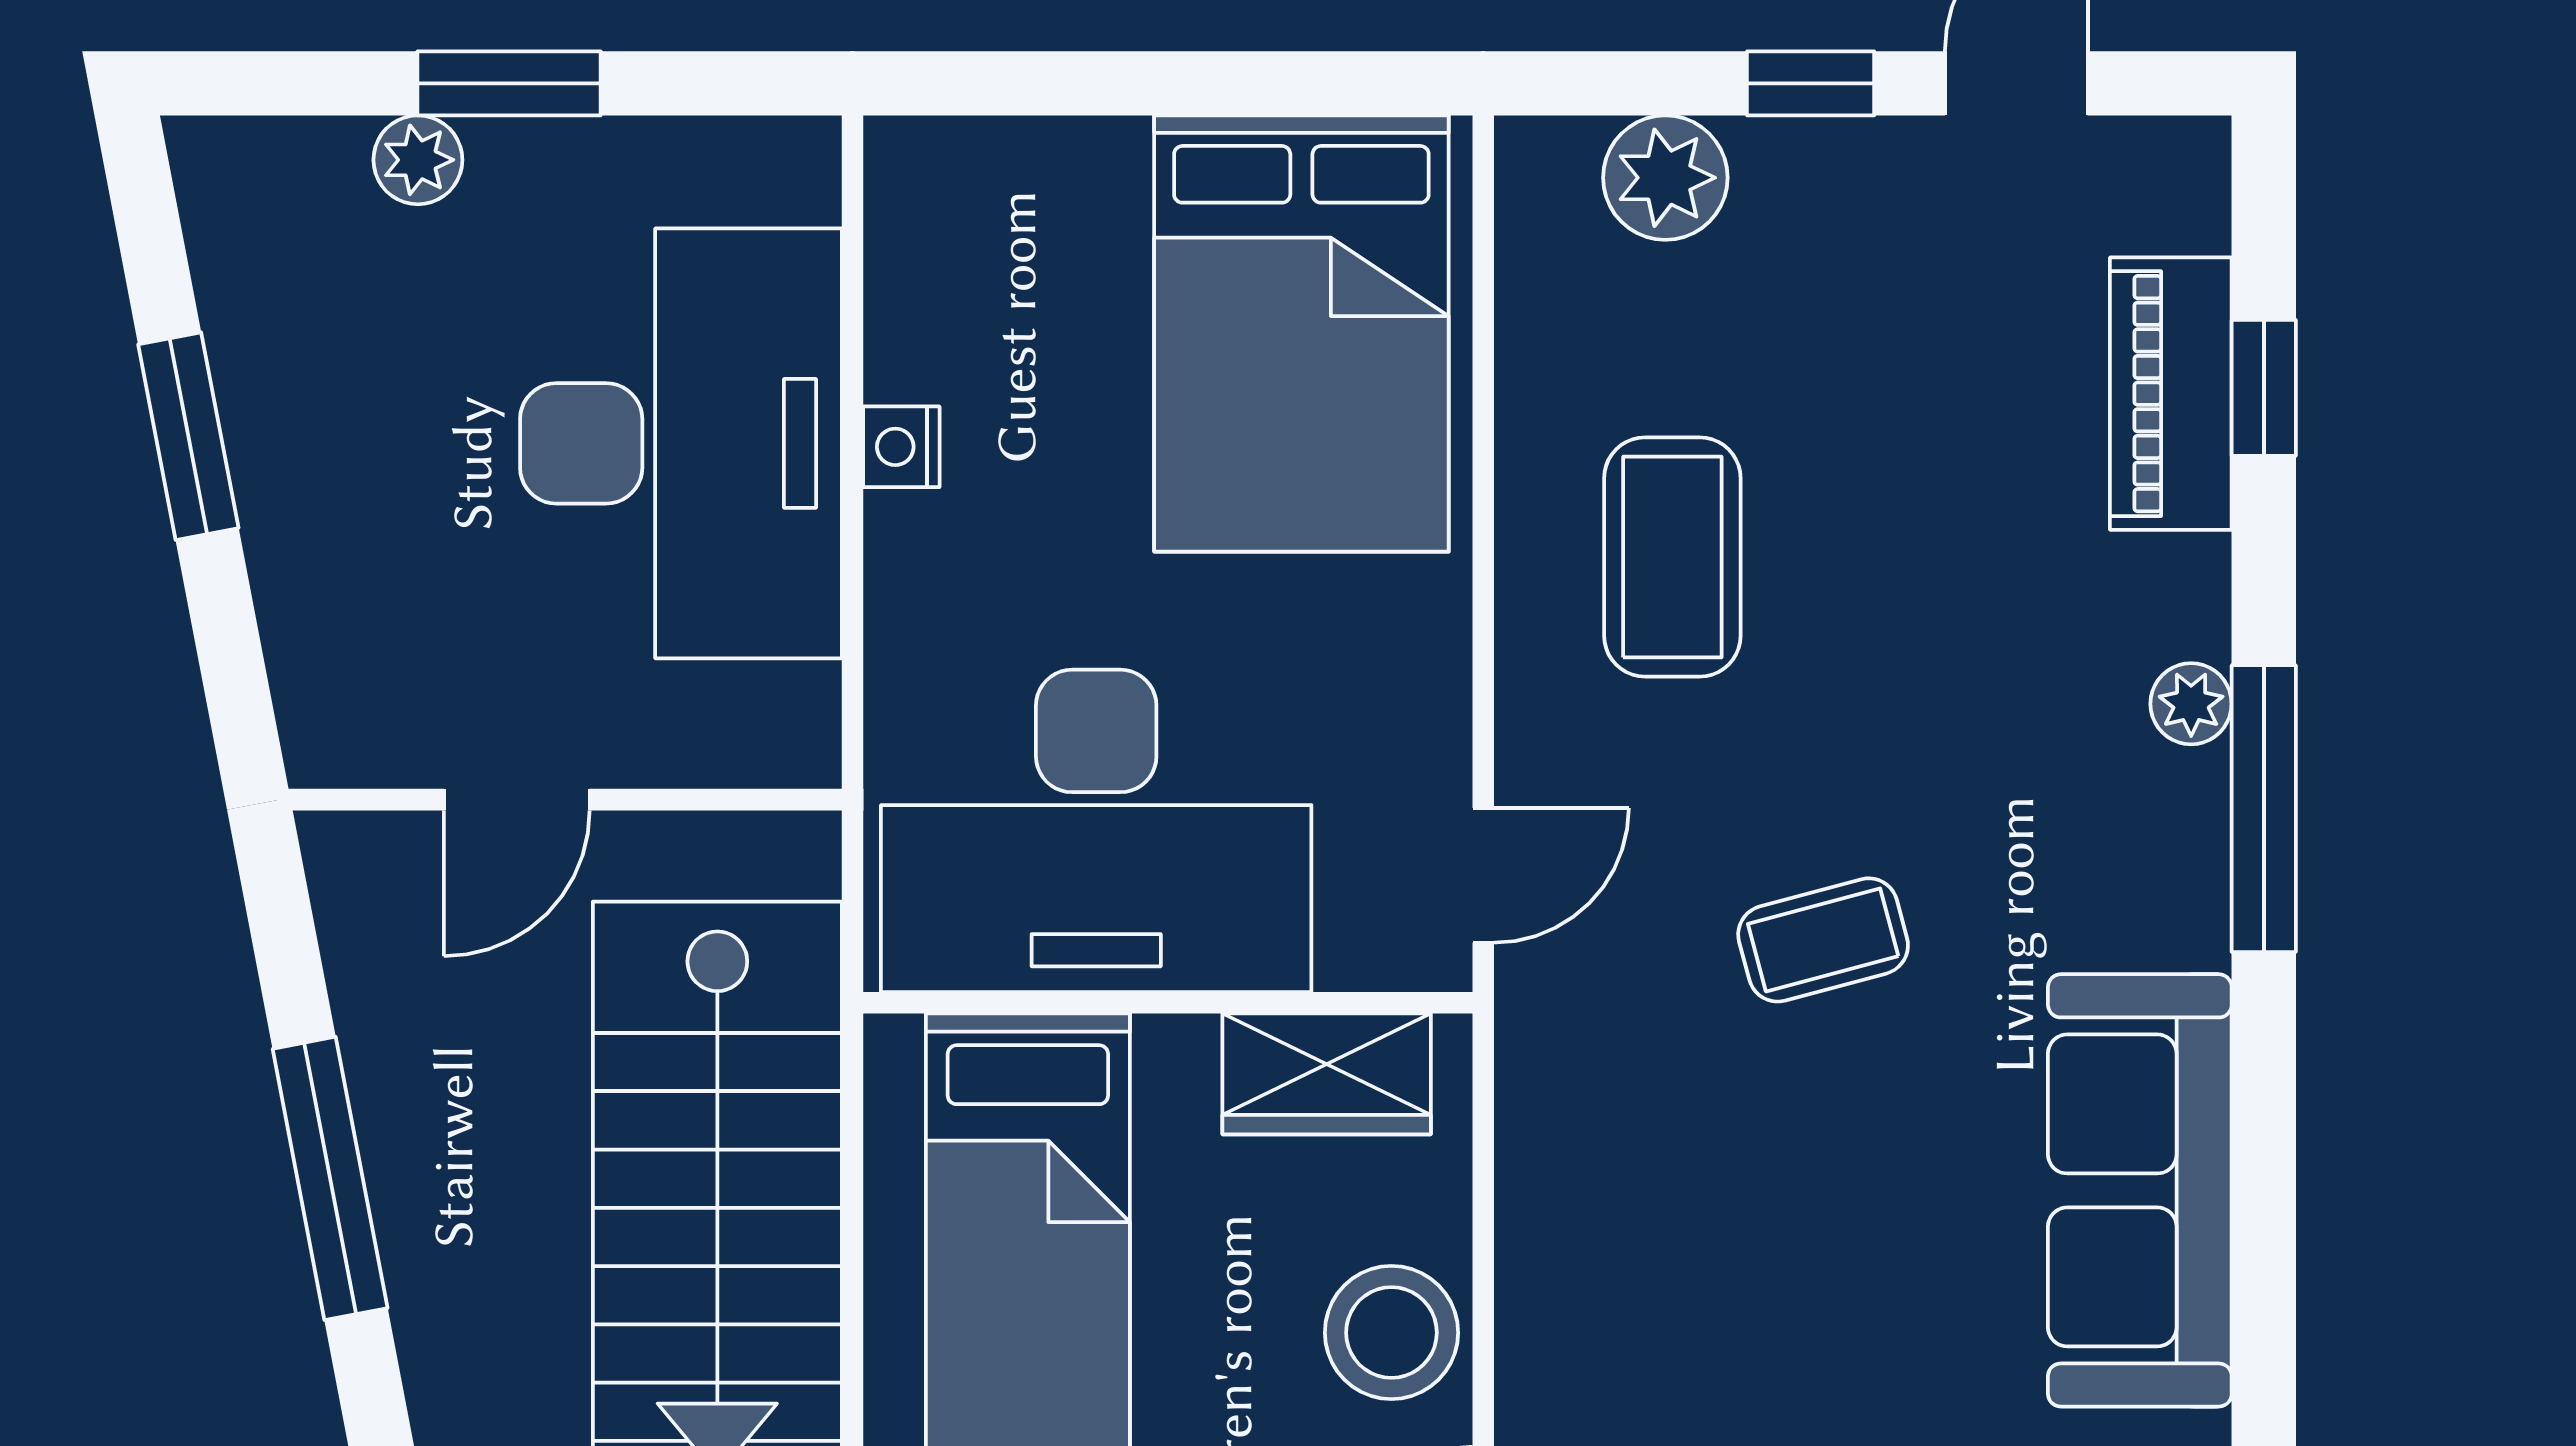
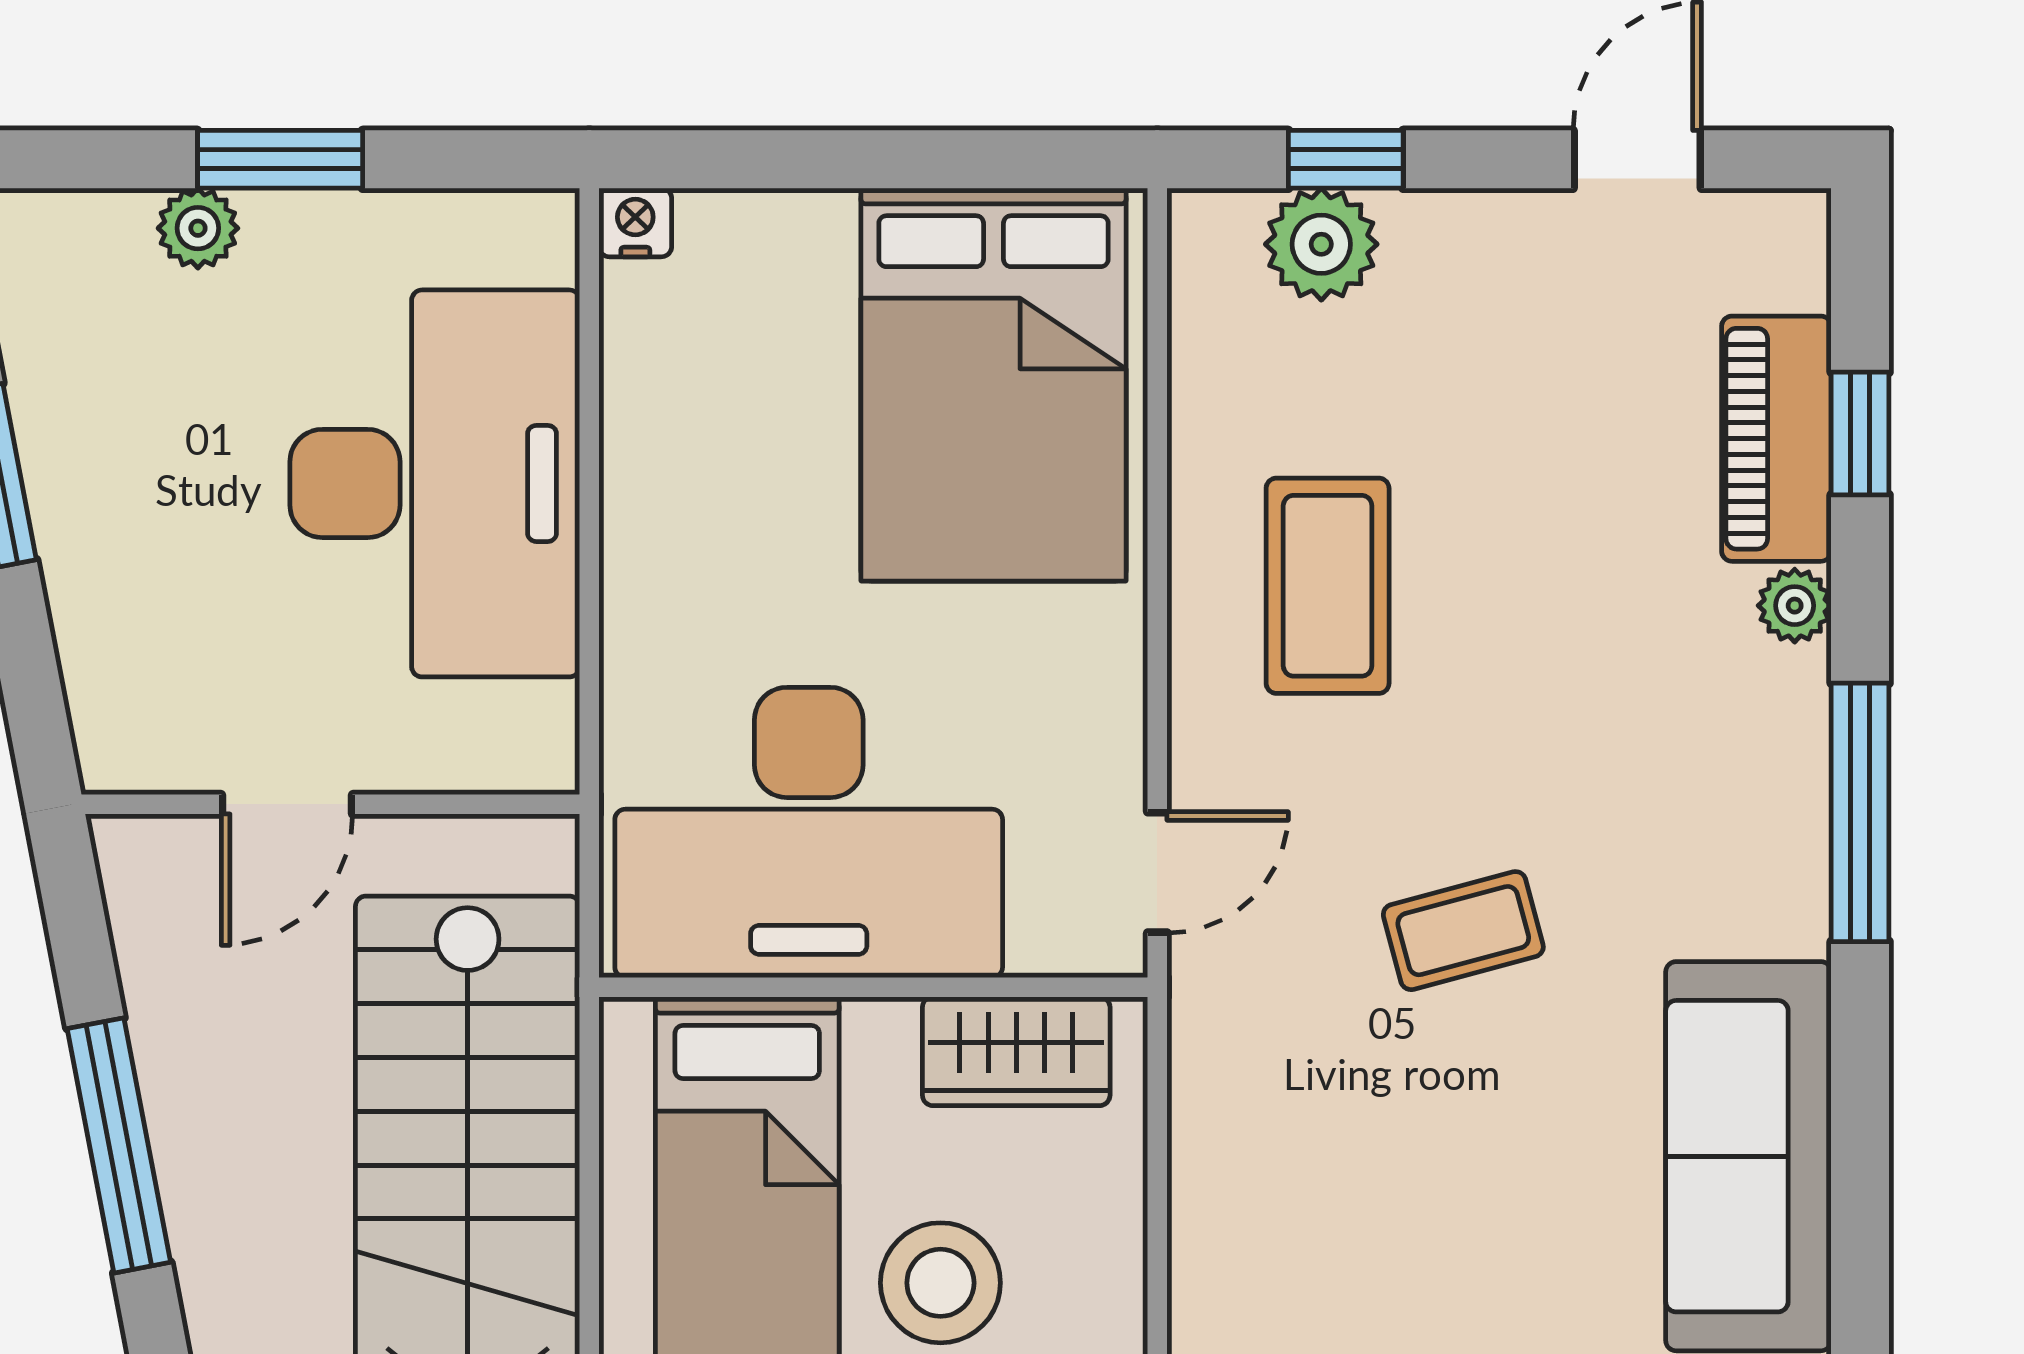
window: (1811, 83) -> (1346, 159), moved
nightstand: (901, 447) -> (635, 223), moved, turned 90
plant: (2191, 704) -> (1795, 606), moved
stool: (1391, 1333) -> (940, 1283), moved

